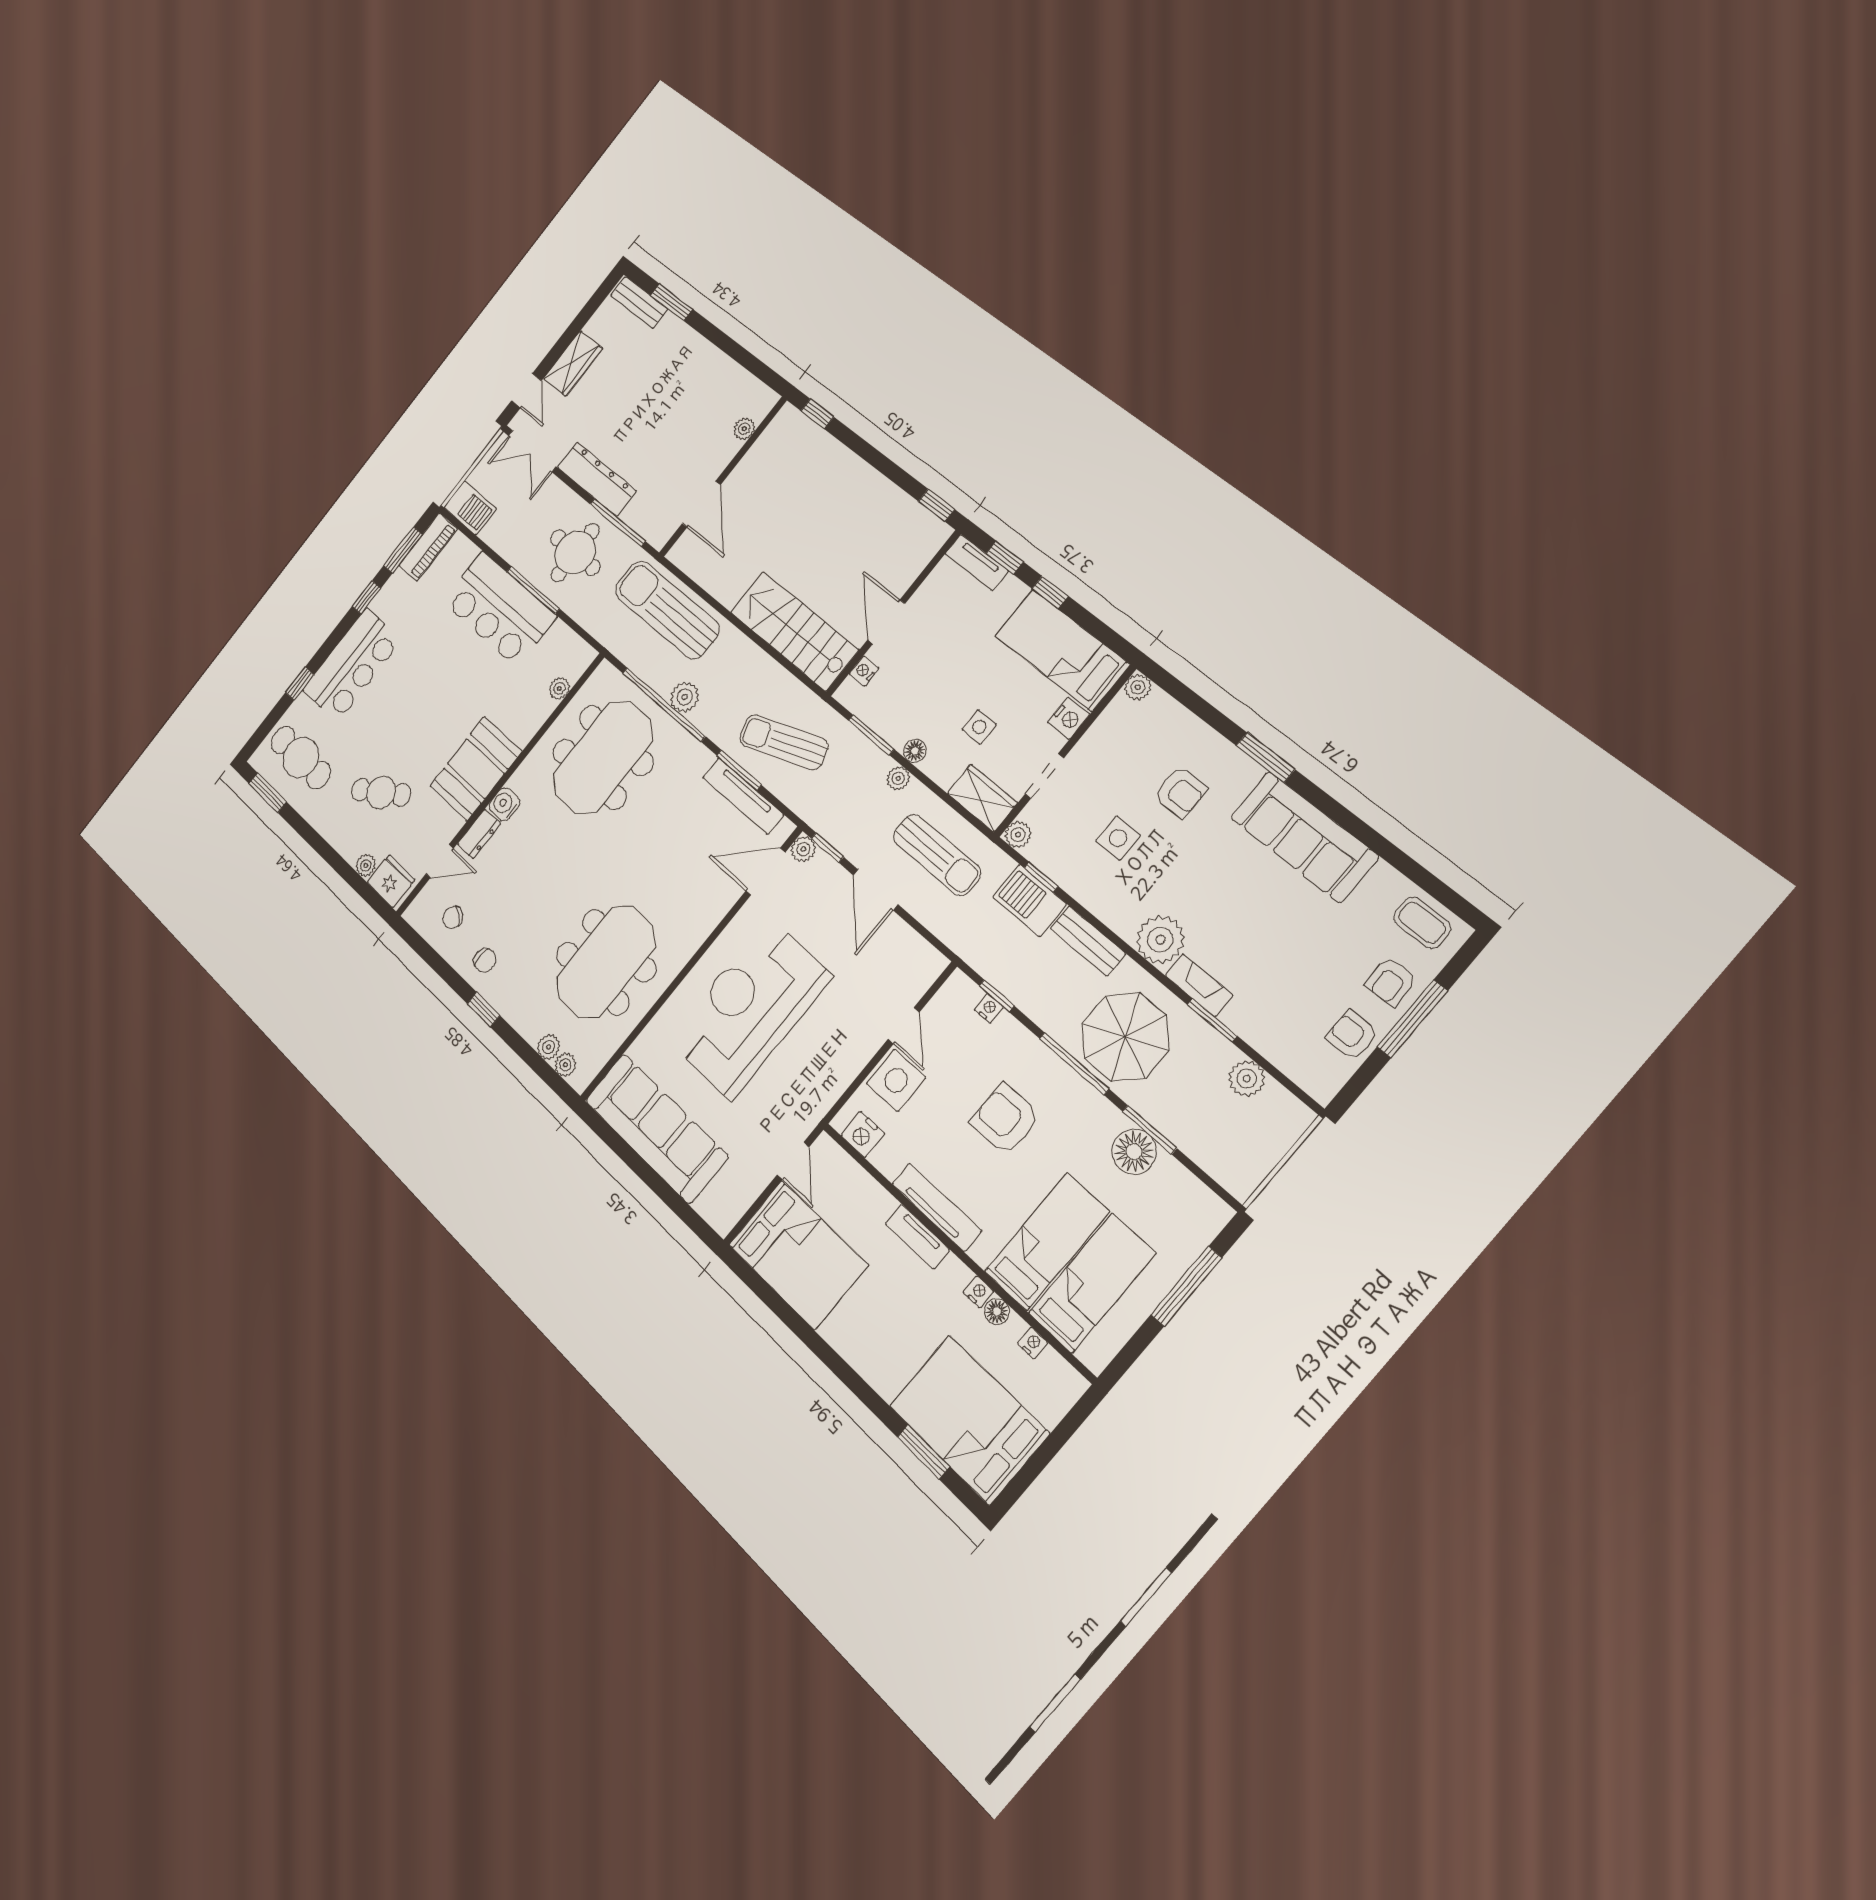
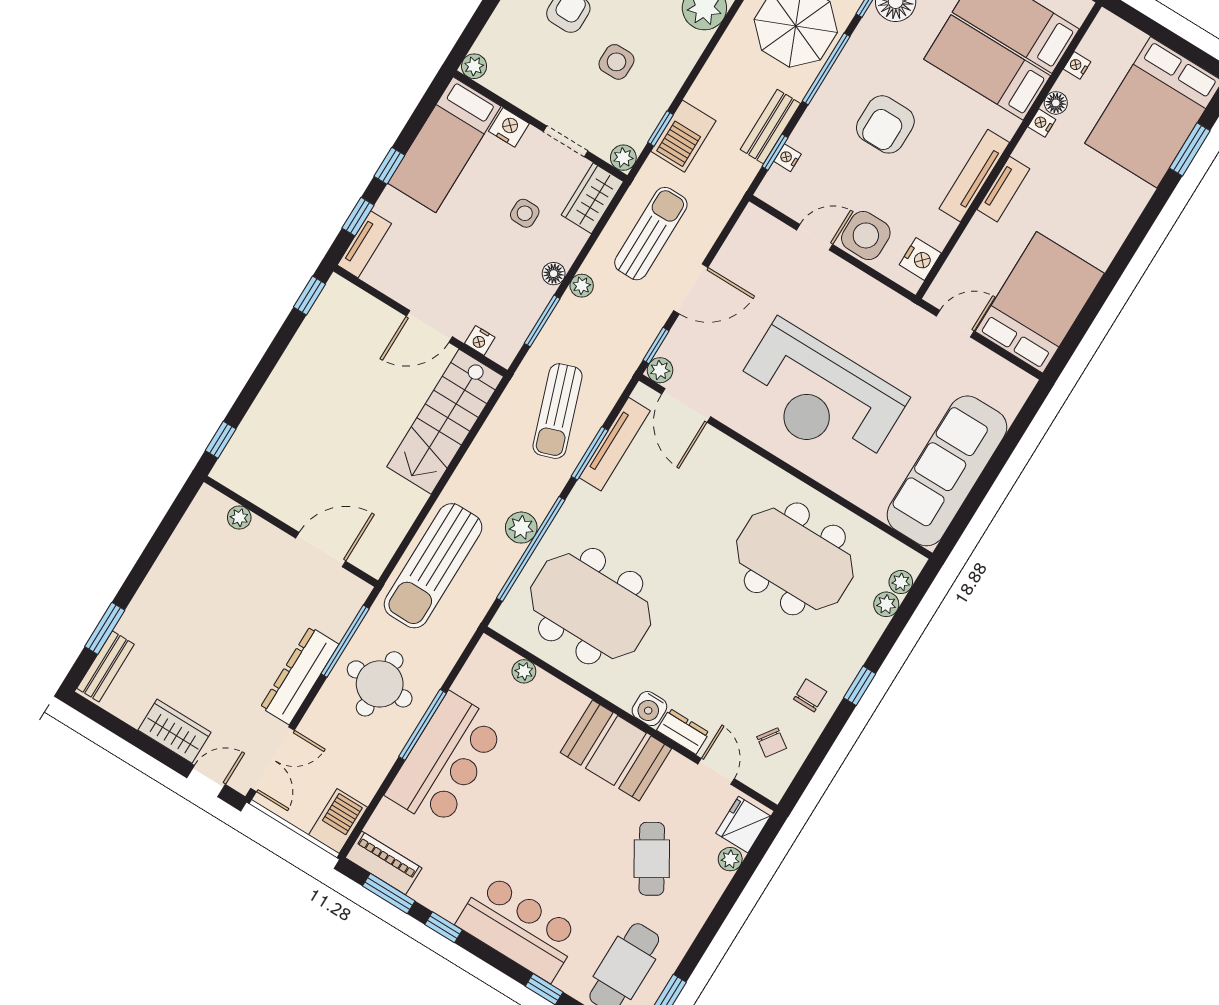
bench: (1088, 941) -> (770, 127), moved

